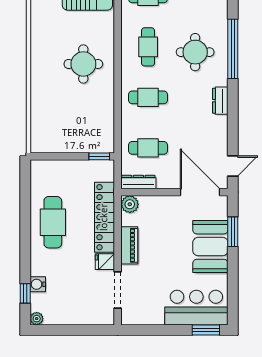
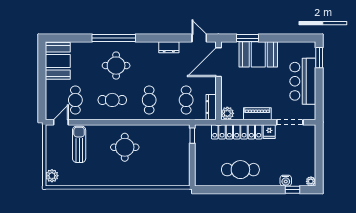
dresser: (220, 101) -> (169, 47), moved
bar counter: (196, 308) -> (303, 81), moved

